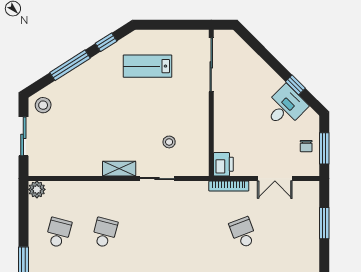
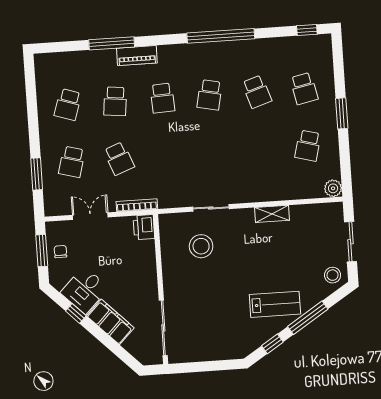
lab bench: (148, 66) -> (275, 304), moved
filing cabinet: (262, 74) -> (110, 322), added
stool: (169, 142) -> (201, 246), width x1.89, depth x1.89
shelving: (119, 169) -> (272, 214), moved
school desk: (105, 233) -> (72, 162), moved

